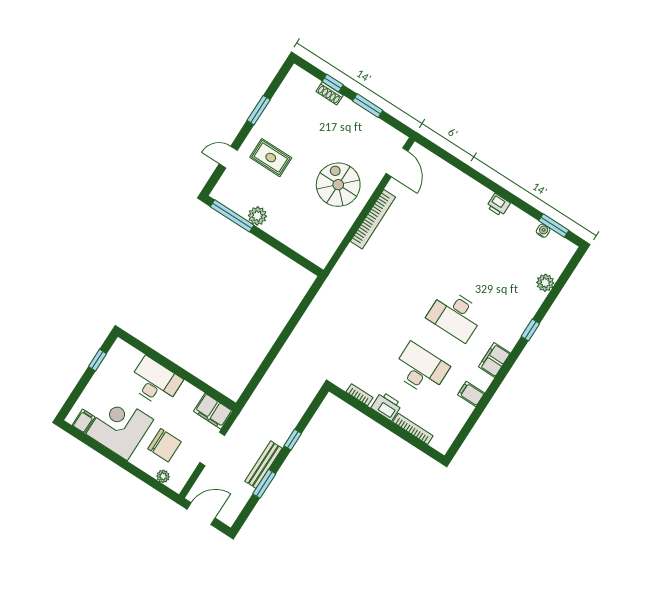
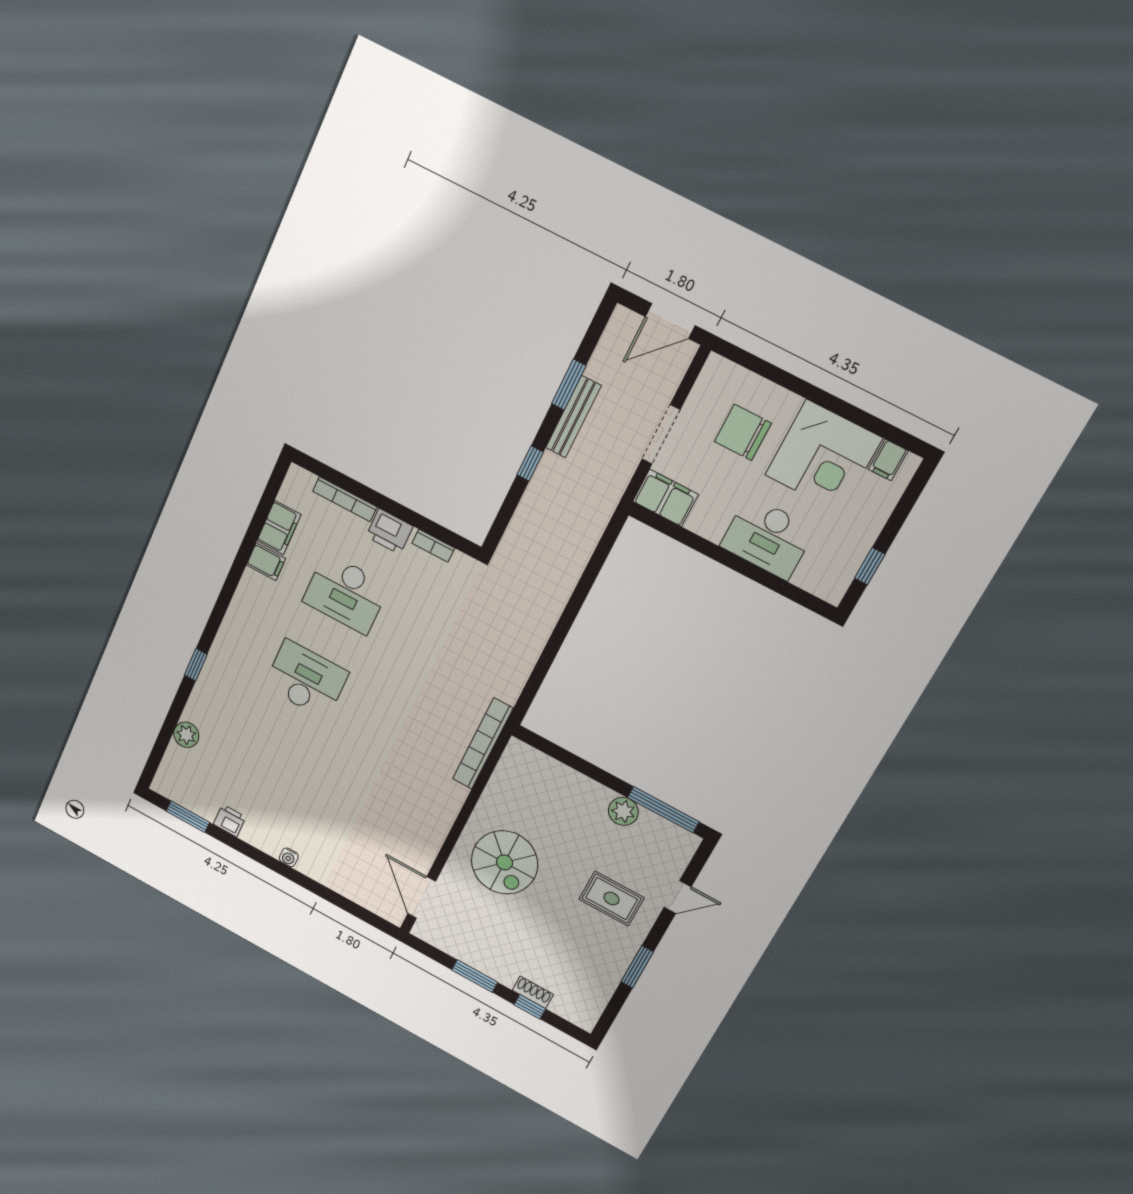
printer: (498, 205) -> (230, 821), moved
bookcase: (373, 219) -> (483, 744), moved
water cooler: (543, 231) -> (289, 857), moved
filing cabinet: (494, 360) -> (279, 528), moved
plant: (163, 476) -> (741, 379), removed

